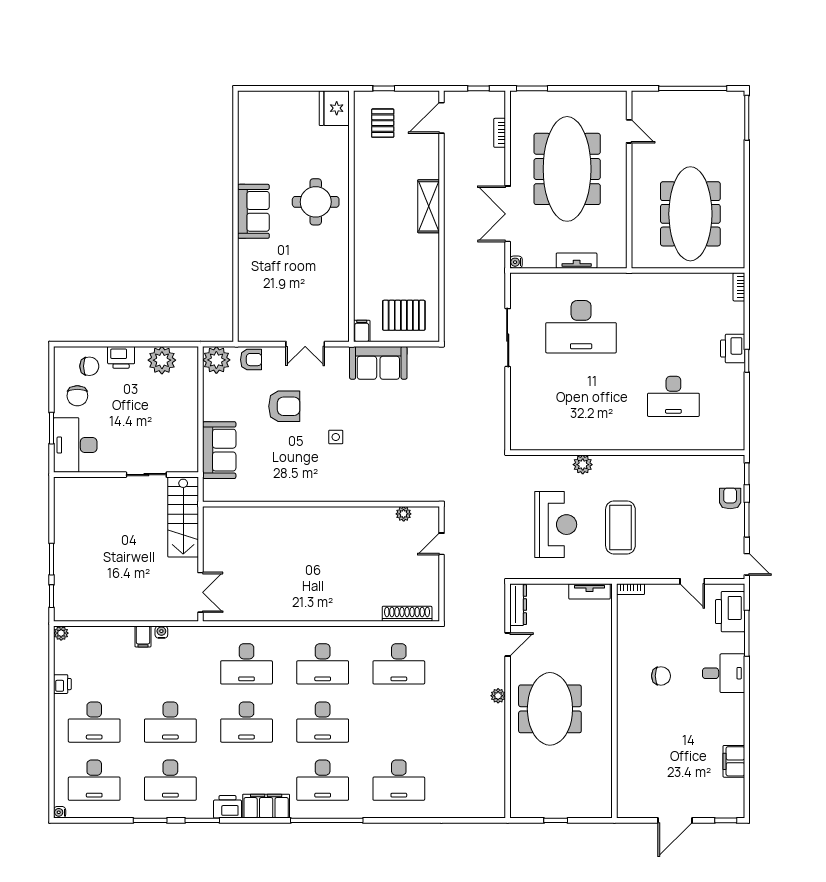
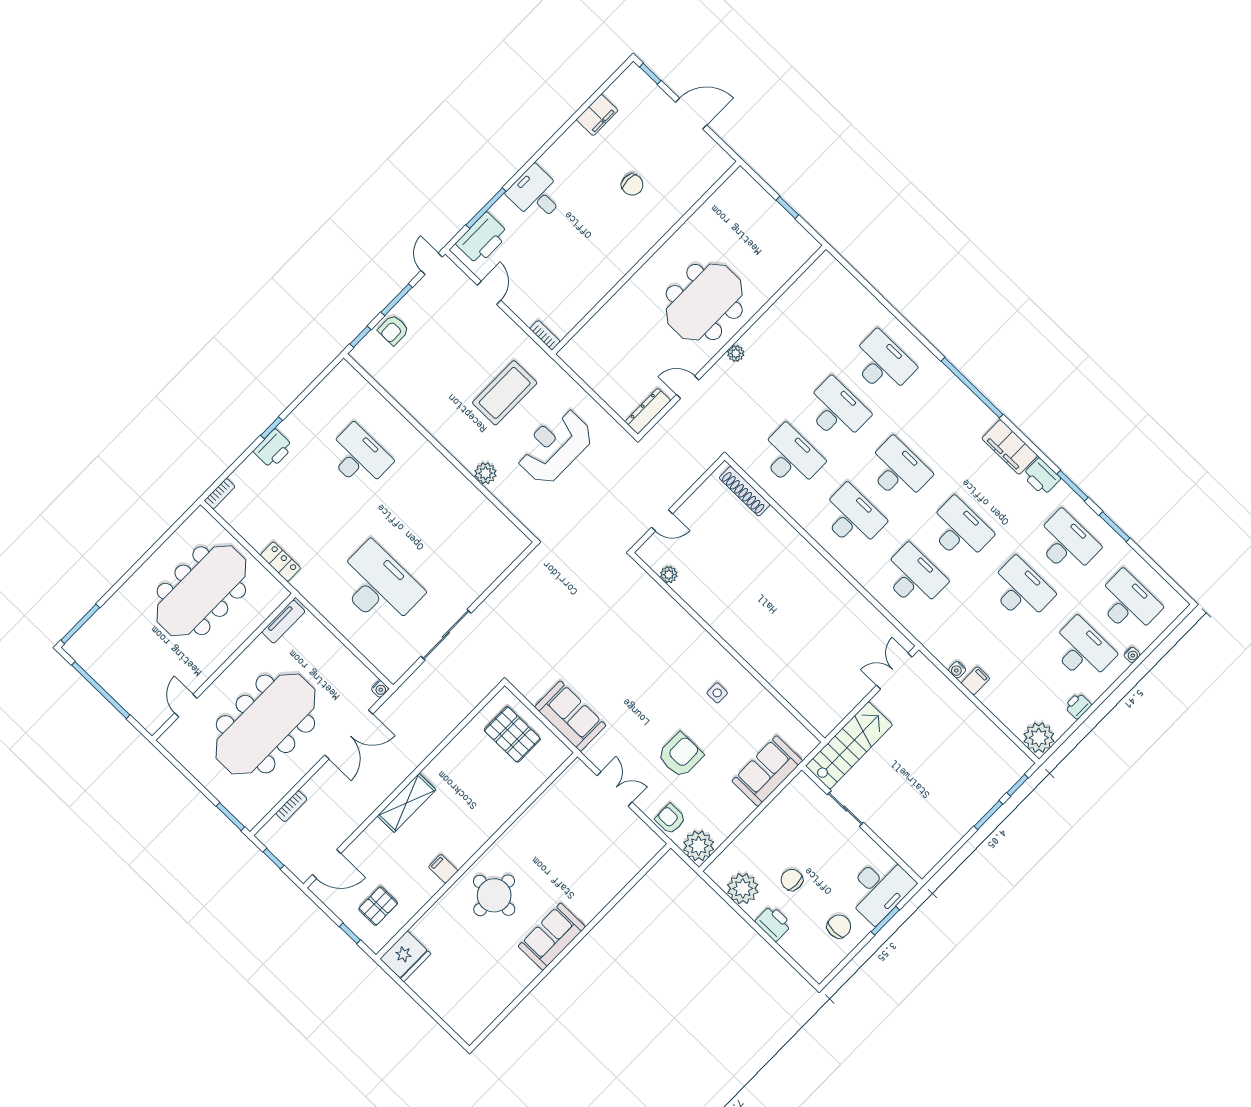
tv unit: (577, 261) -> (283, 622), moved, turned -90
locker: (658, 281) -> (280, 562), added
filing cabinet: (362, 331) -> (443, 869), moved, turned 90
chair: (89, 366) -> (792, 880), moved
armchair: (284, 406) -> (680, 755), turned 90
side table: (336, 437) -> (717, 693), moved
tv unit: (589, 591) -> (580, 366), removed
plant: (61, 633) -> (1039, 738), width x1.88, depth x1.88
chair: (661, 676) -> (632, 185), moved, turned 180
desk: (323, 780) -> (836, 410), moved
water cooler: (60, 812) -> (1132, 655), moved

